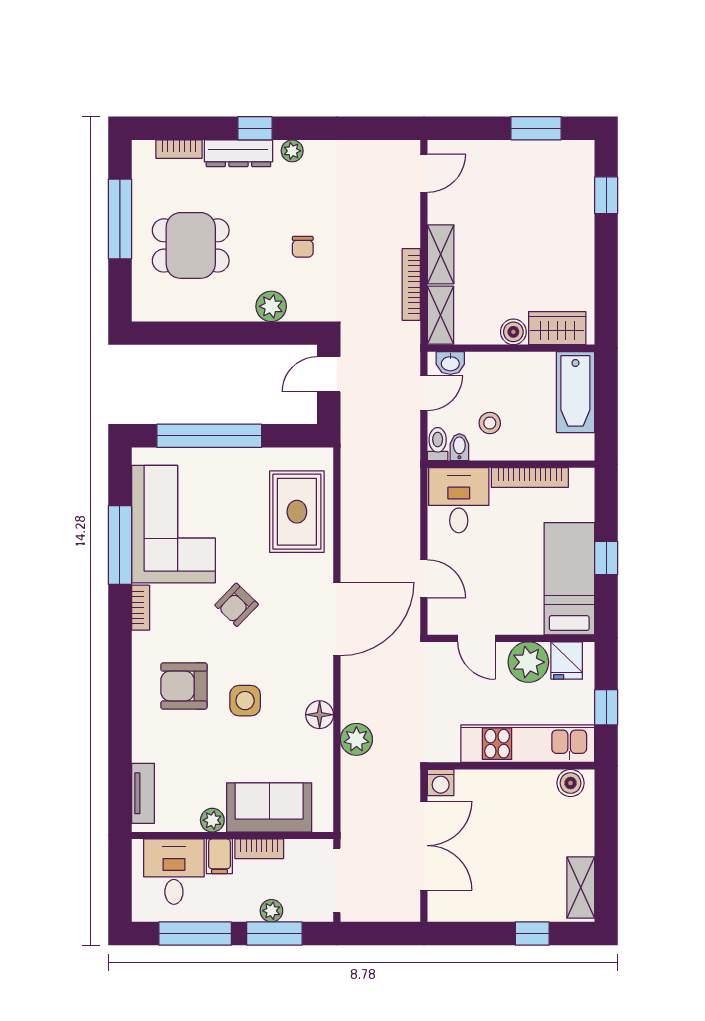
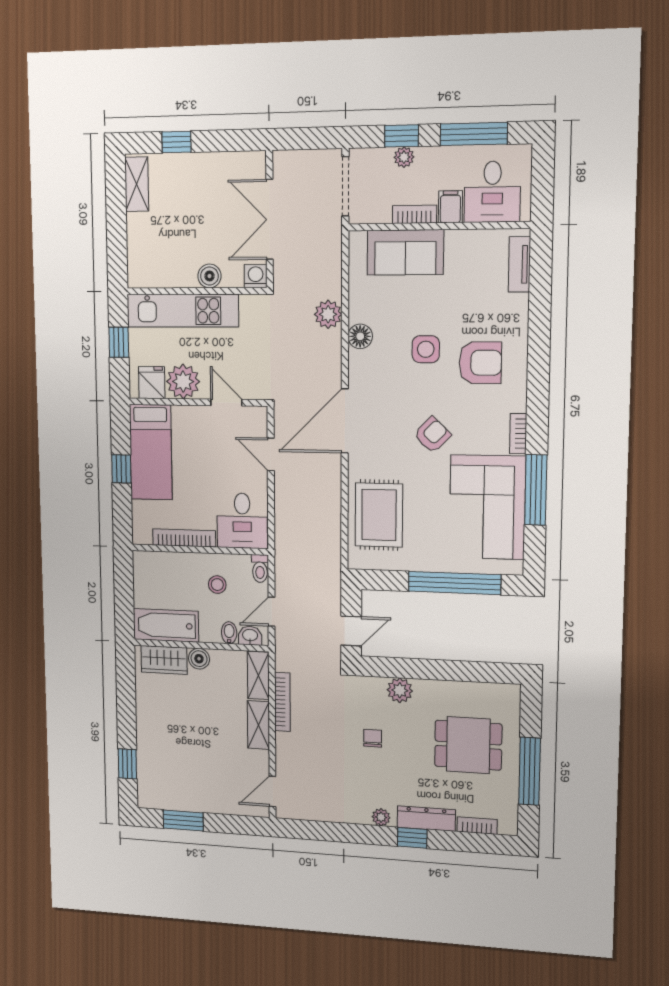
bathtub: (575, 392) -> (166, 625), moved, turned -90
bidet: (459, 447) -> (229, 633), moved, turned 180
boiler: (571, 783) -> (209, 276), moved
plant: (212, 820) -> (456, 240), removed
window: (274, 934) -> (402, 136), width x0.67

